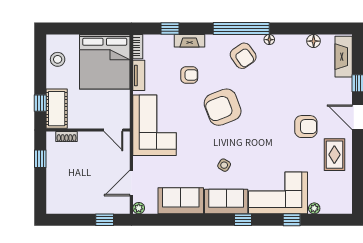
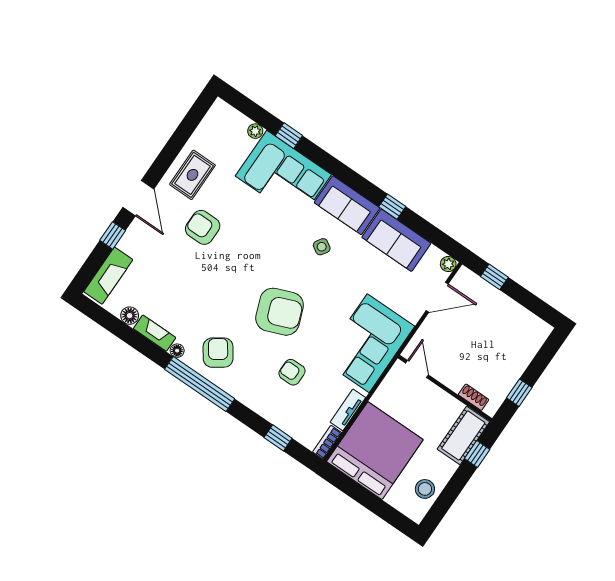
fireplace: (190, 41) -> (155, 333), moved
window: (243, 220) -> (392, 207), moved

